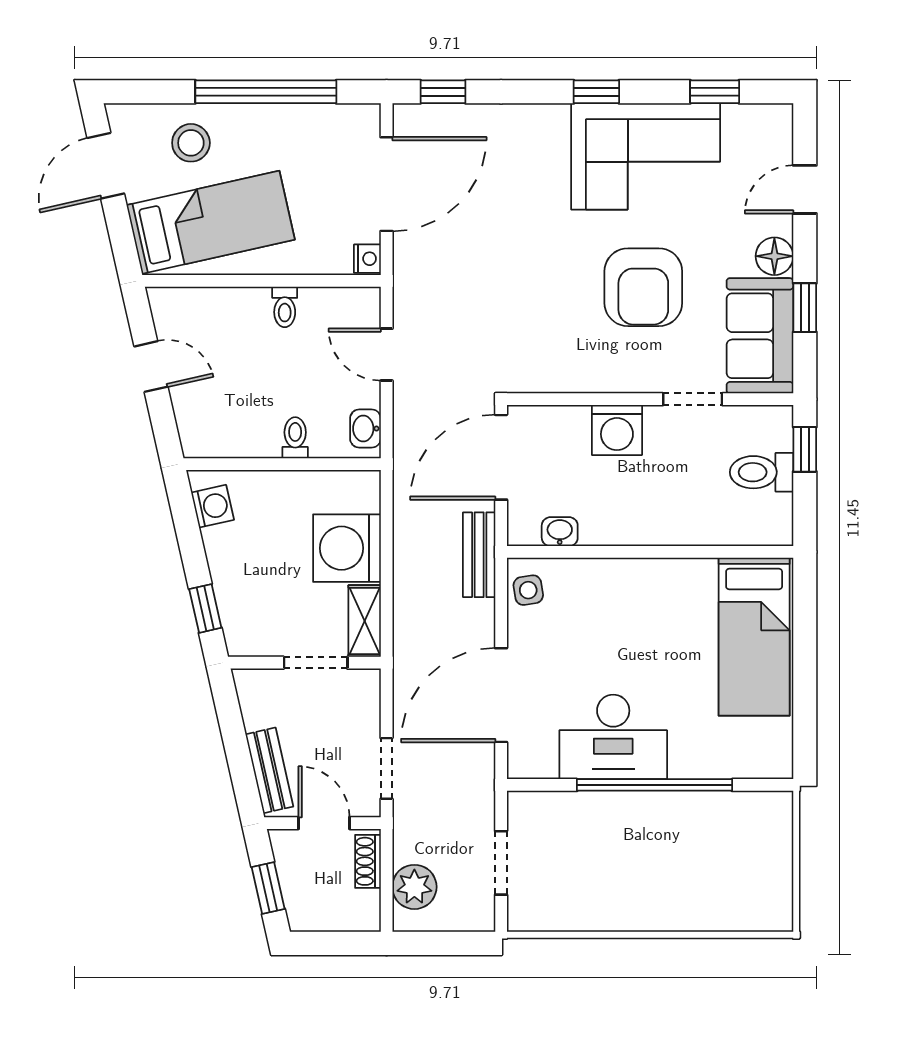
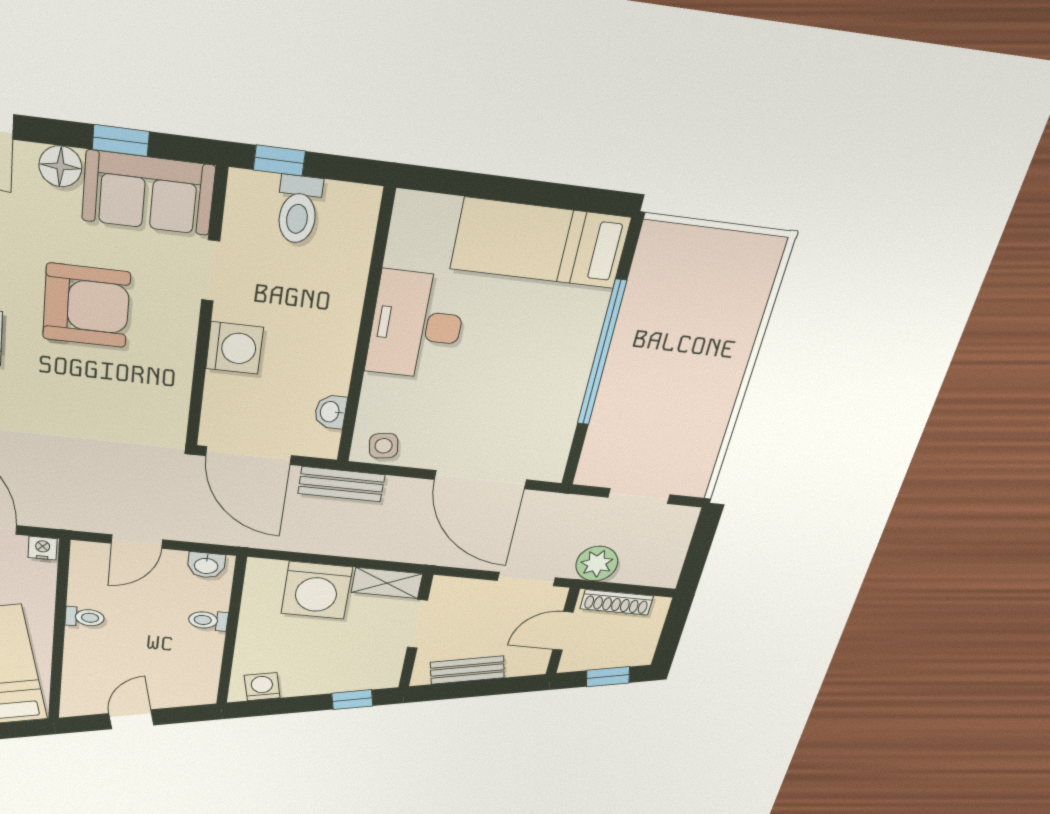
bed: (754, 637) -> (540, 243), moved, turned 180
desk: (613, 737) -> (416, 325), moved, turned 180
bench: (269, 770) -> (467, 670), moved
shoe rack: (368, 861) -> (617, 602), width x1.43
plant: (414, 887) -> (597, 564), moved

